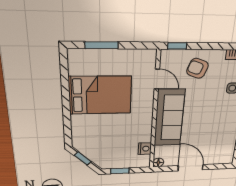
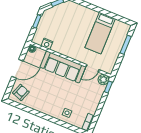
plant: (168, 57) -> (103, 80), added
armchair: (197, 68) -> (21, 92), moved
bed: (100, 95) -> (100, 33), width x0.67

